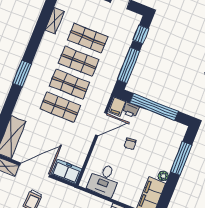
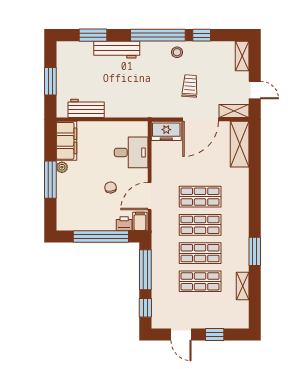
window: (22, 74) -> (255, 251), moved
window: (181, 158) -> (50, 180), moved
desk: (104, 180) -> (131, 152), moved, turned 90

